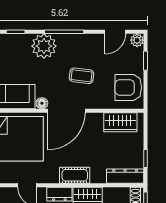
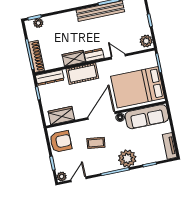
cot: (75, 175) -> (82, 74), width x1.37, depth x1.34

